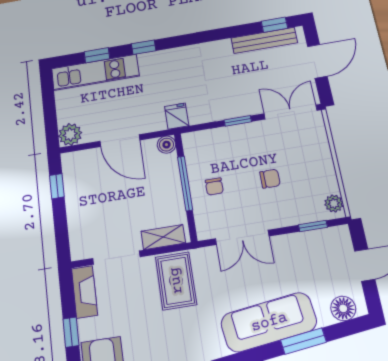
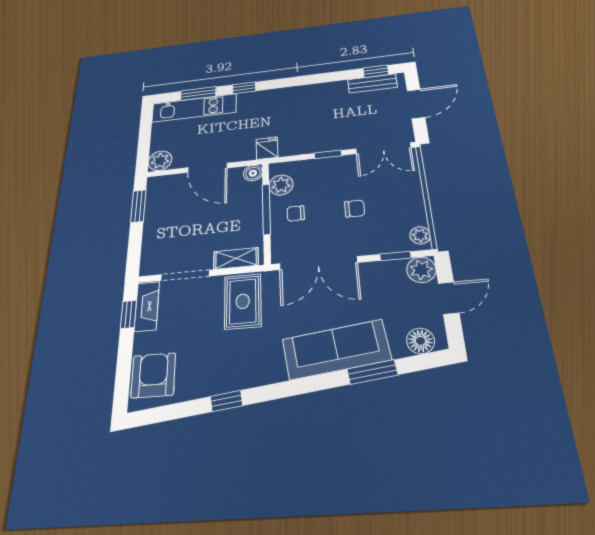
bench: (264, 40) -> (372, 83), width x0.73
window: (97, 55) -> (198, 94), width x1.50
double door: (291, 112) -> (383, 148), swing flipped
plant: (196, 156) -> (281, 185), added
window: (57, 186) -> (138, 206), width x1.50
chair: (214, 186) -> (296, 213), turned 90
double door: (242, 237) -> (318, 263), width x1.37
plant: (338, 239) -> (421, 270), added
window: (71, 332) -> (128, 314), moved

